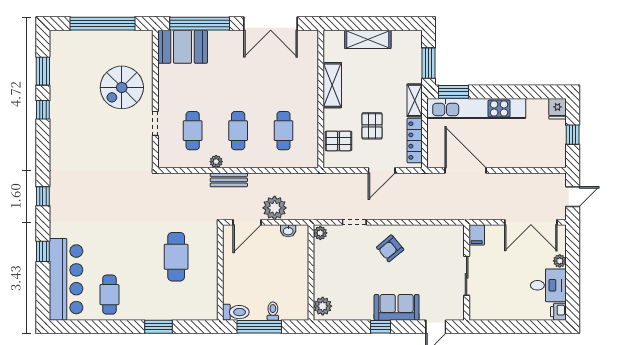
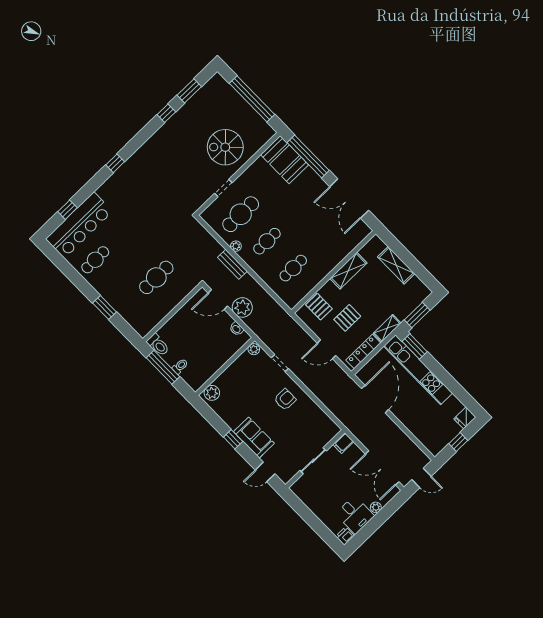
cafe table: (193, 131) -> (241, 214), width x1.37, depth x1.35
armchair: (390, 248) -> (285, 400), turned 130
window: (43, 251) -> (68, 210), moved

